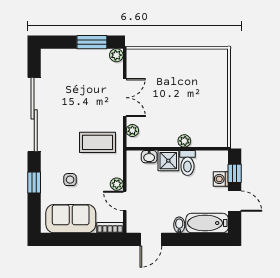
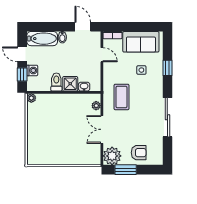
plant: (116, 55) -> (112, 156), width x1.87, depth x1.87
armchair: (74, 66) -> (139, 153), added
sliding door: (34, 114) -> (167, 117), width x0.73
plant: (184, 141) -> (31, 98), moved
coffee table: (98, 142) -> (121, 97), turned 90
plant: (117, 184) -> (108, 67), removed
door: (151, 239) -> (83, 27), hinge flipped

